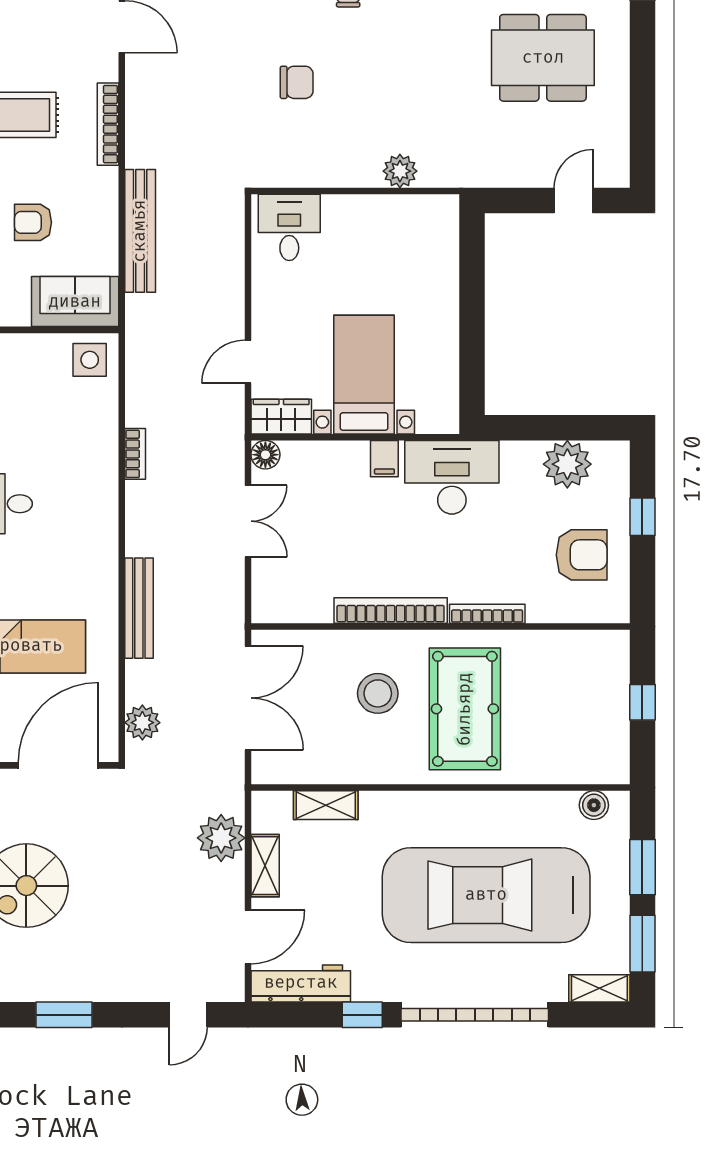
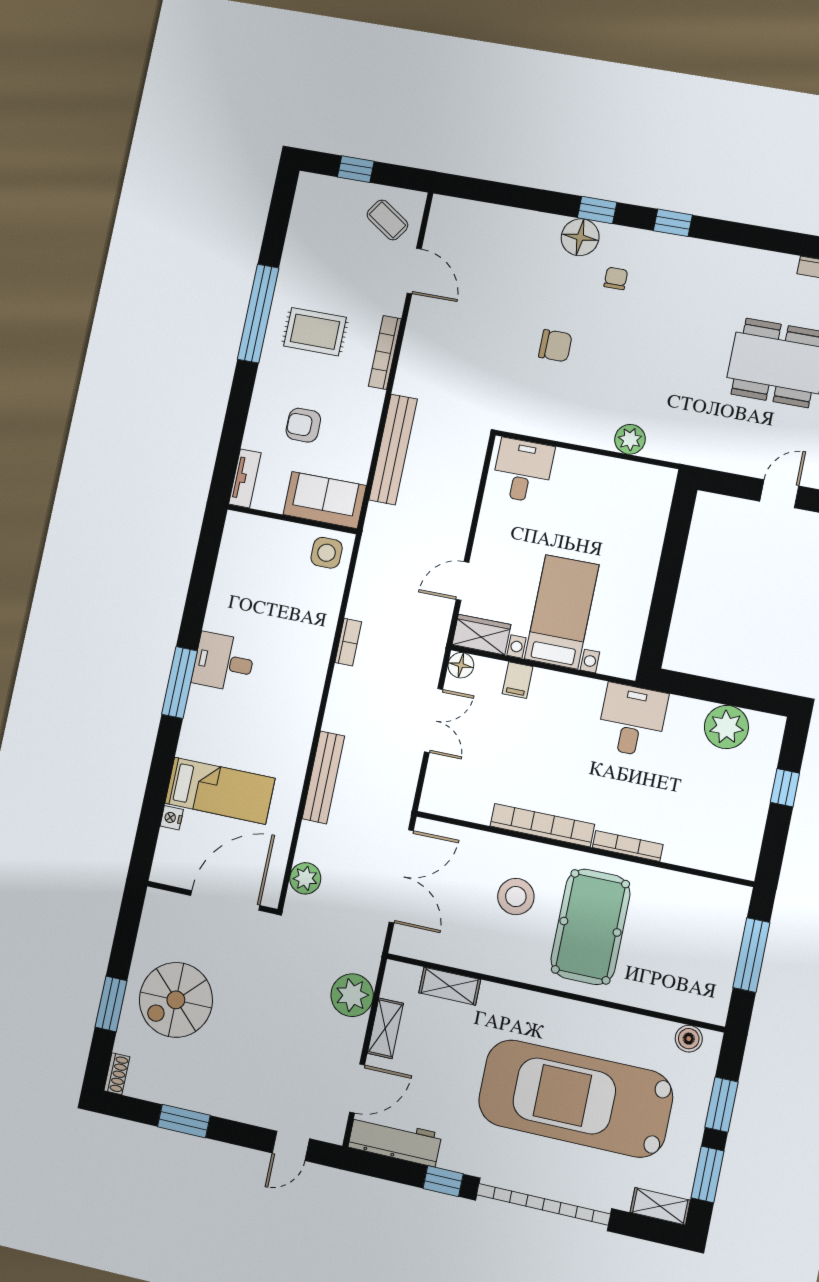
filing cabinet: (384, 459) -> (518, 680), moved
desk: (452, 477) -> (632, 720), width x0.73
armchair: (582, 555) -> (723, 811), removed
window: (642, 702) -> (751, 955), width x2.17

